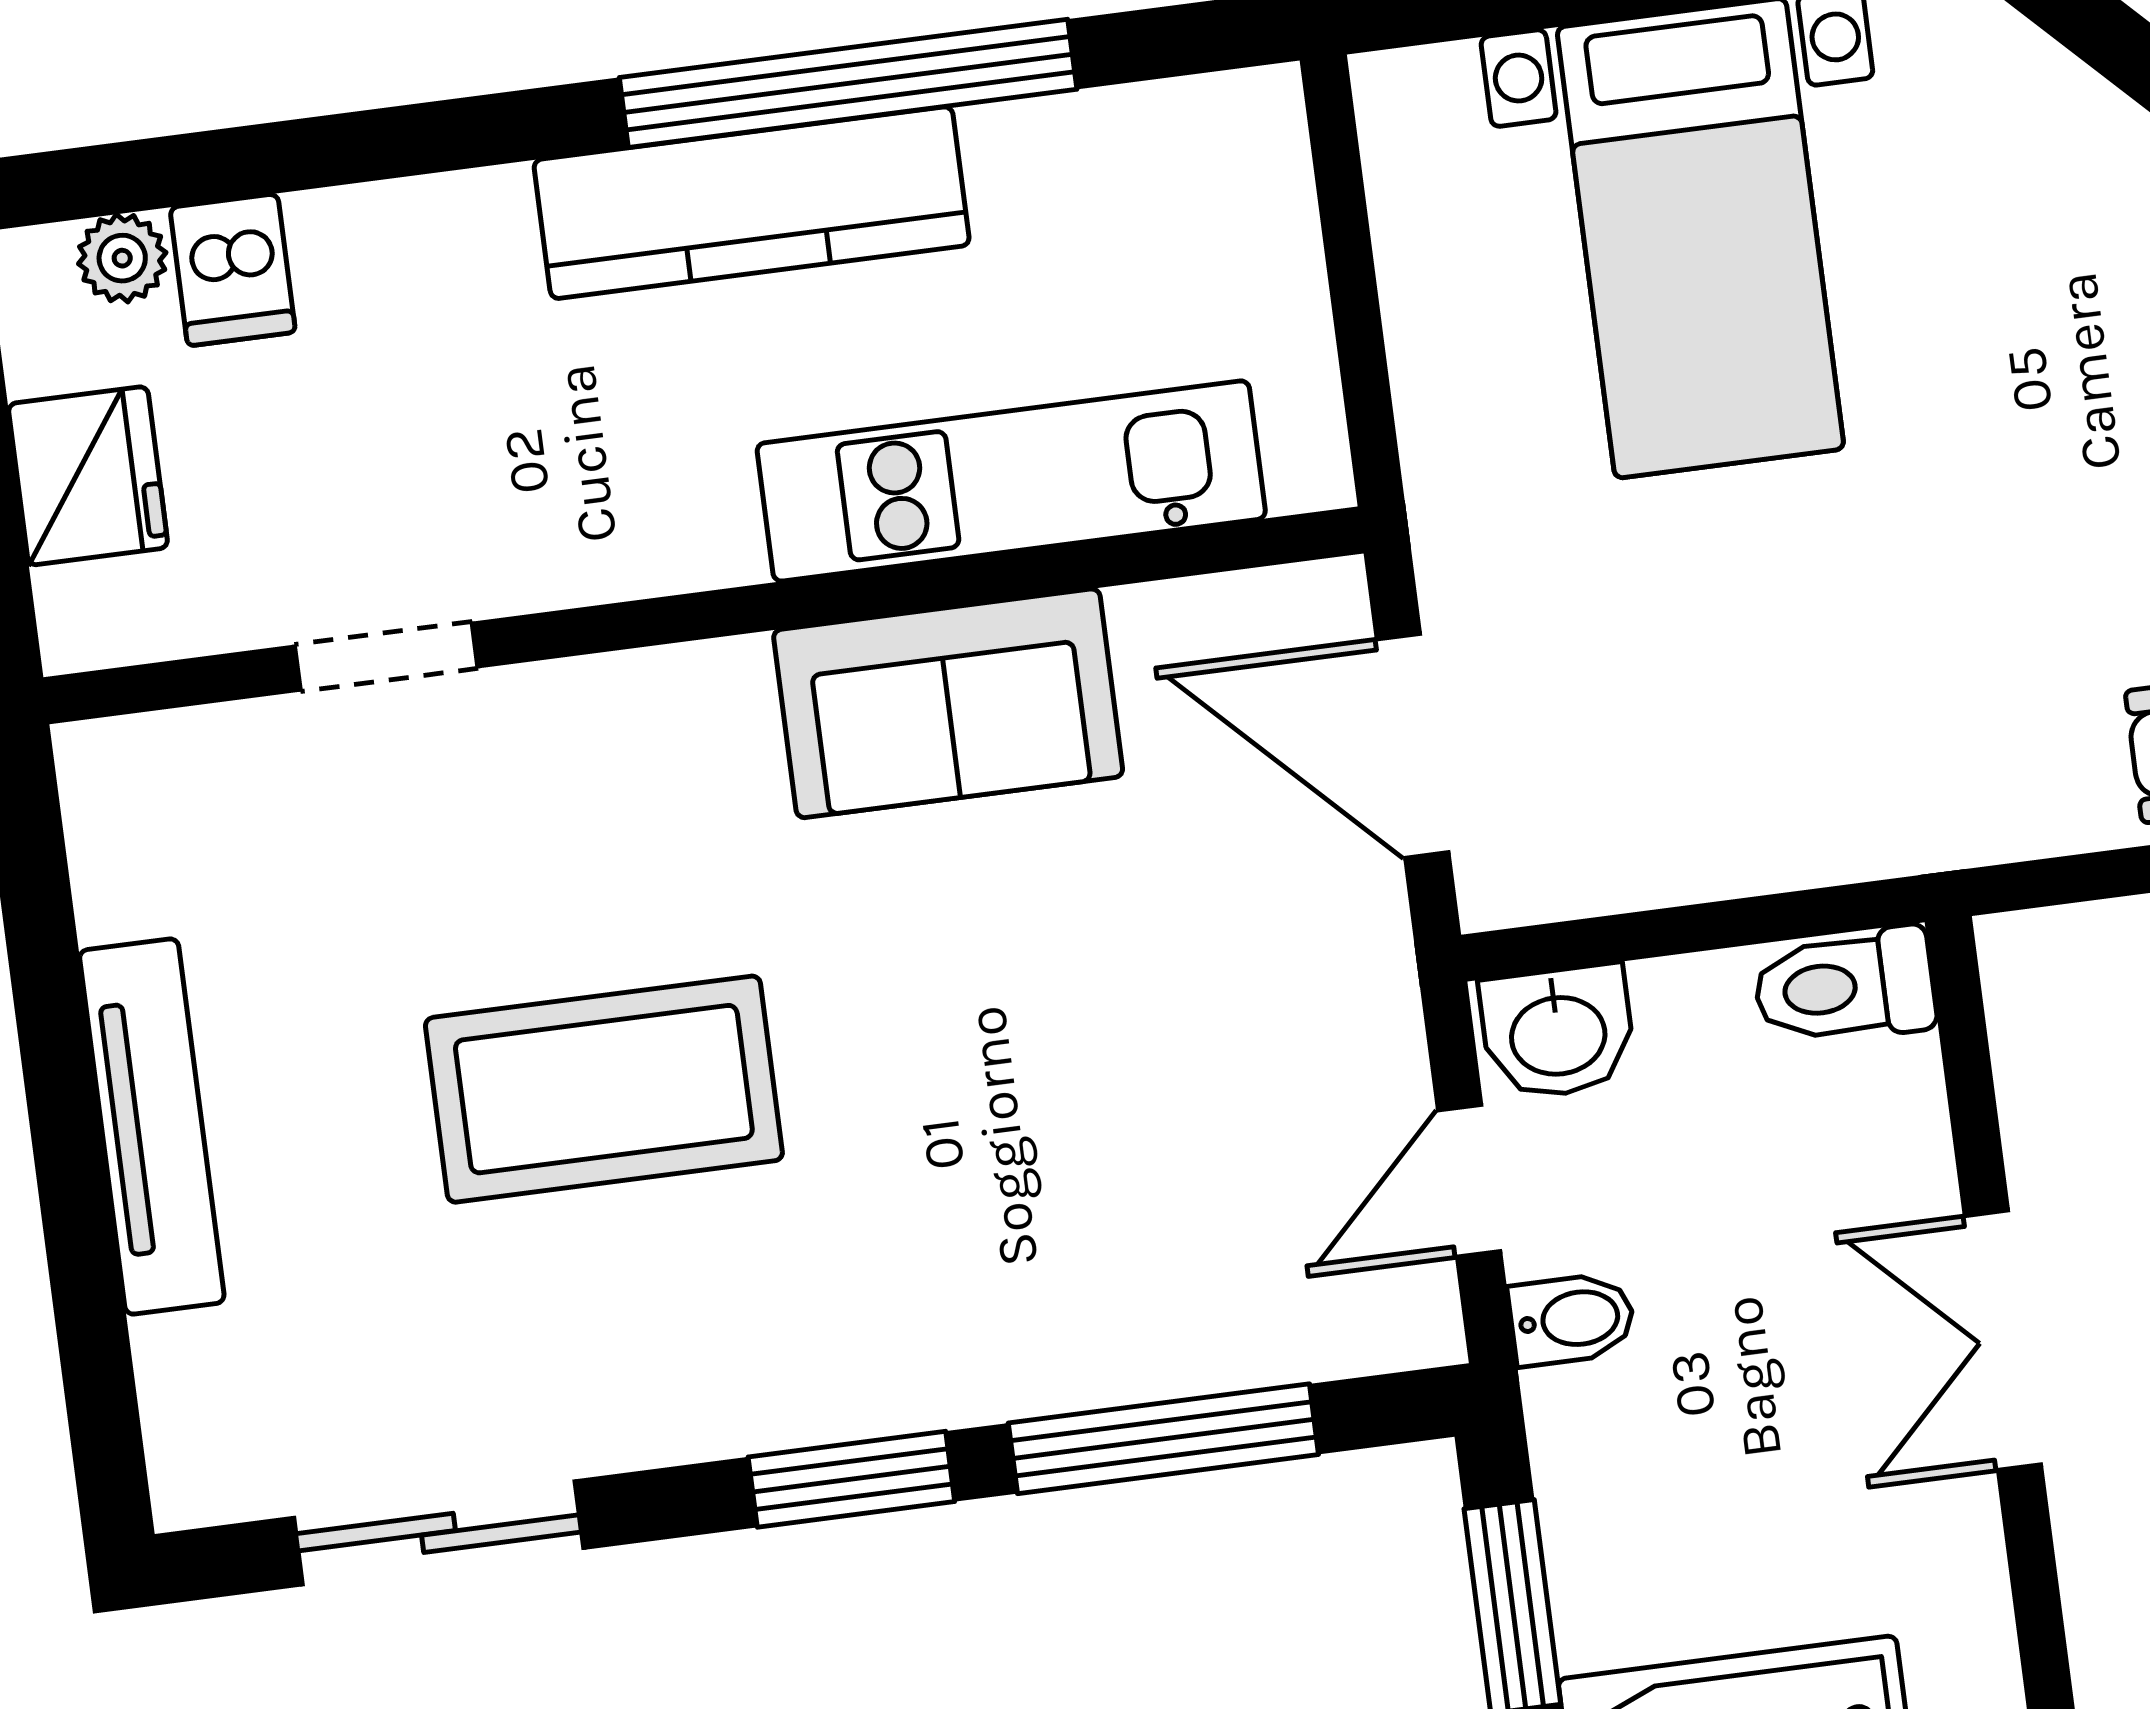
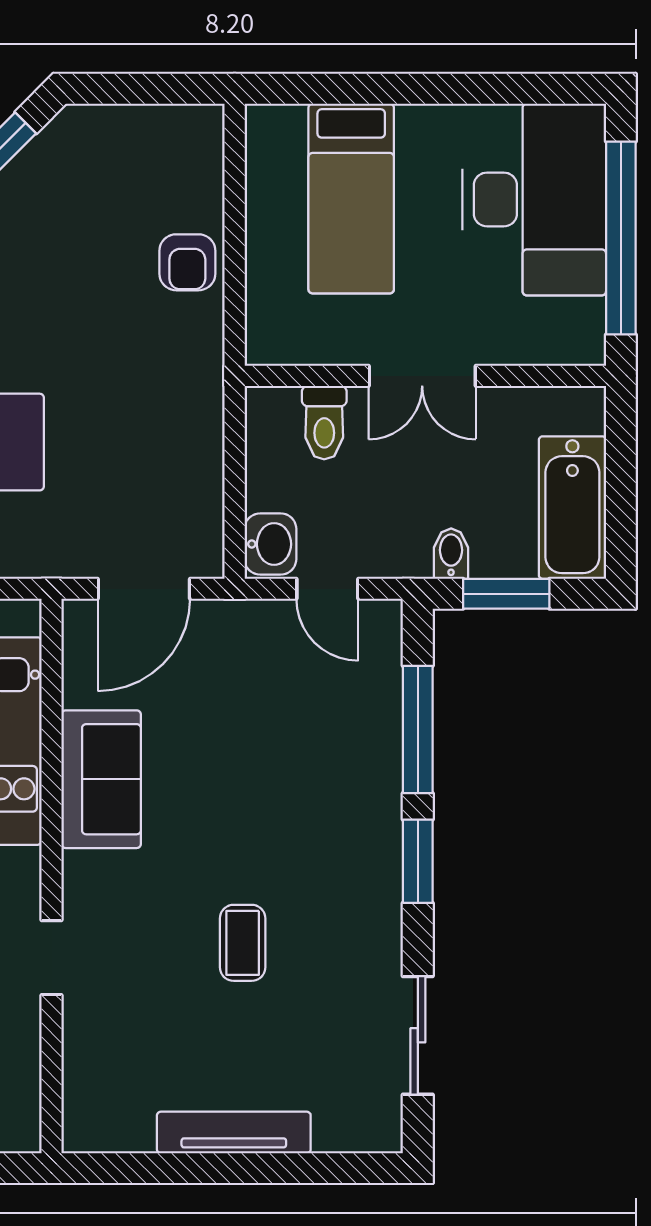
doorway: (386, 657) -> (51, 958), moved
toilet: (1845, 986) -> (324, 423), moved
coffee table: (604, 1089) -> (243, 943), width x0.54, depth x0.58
bidet: (1572, 1319) -> (451, 554), moved

